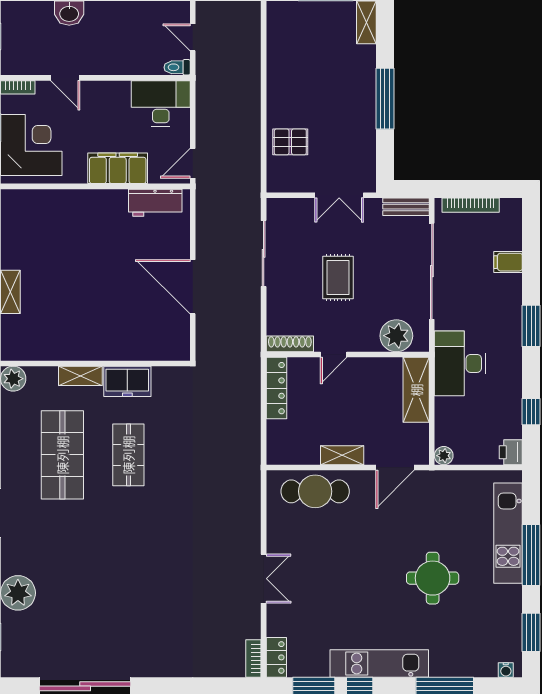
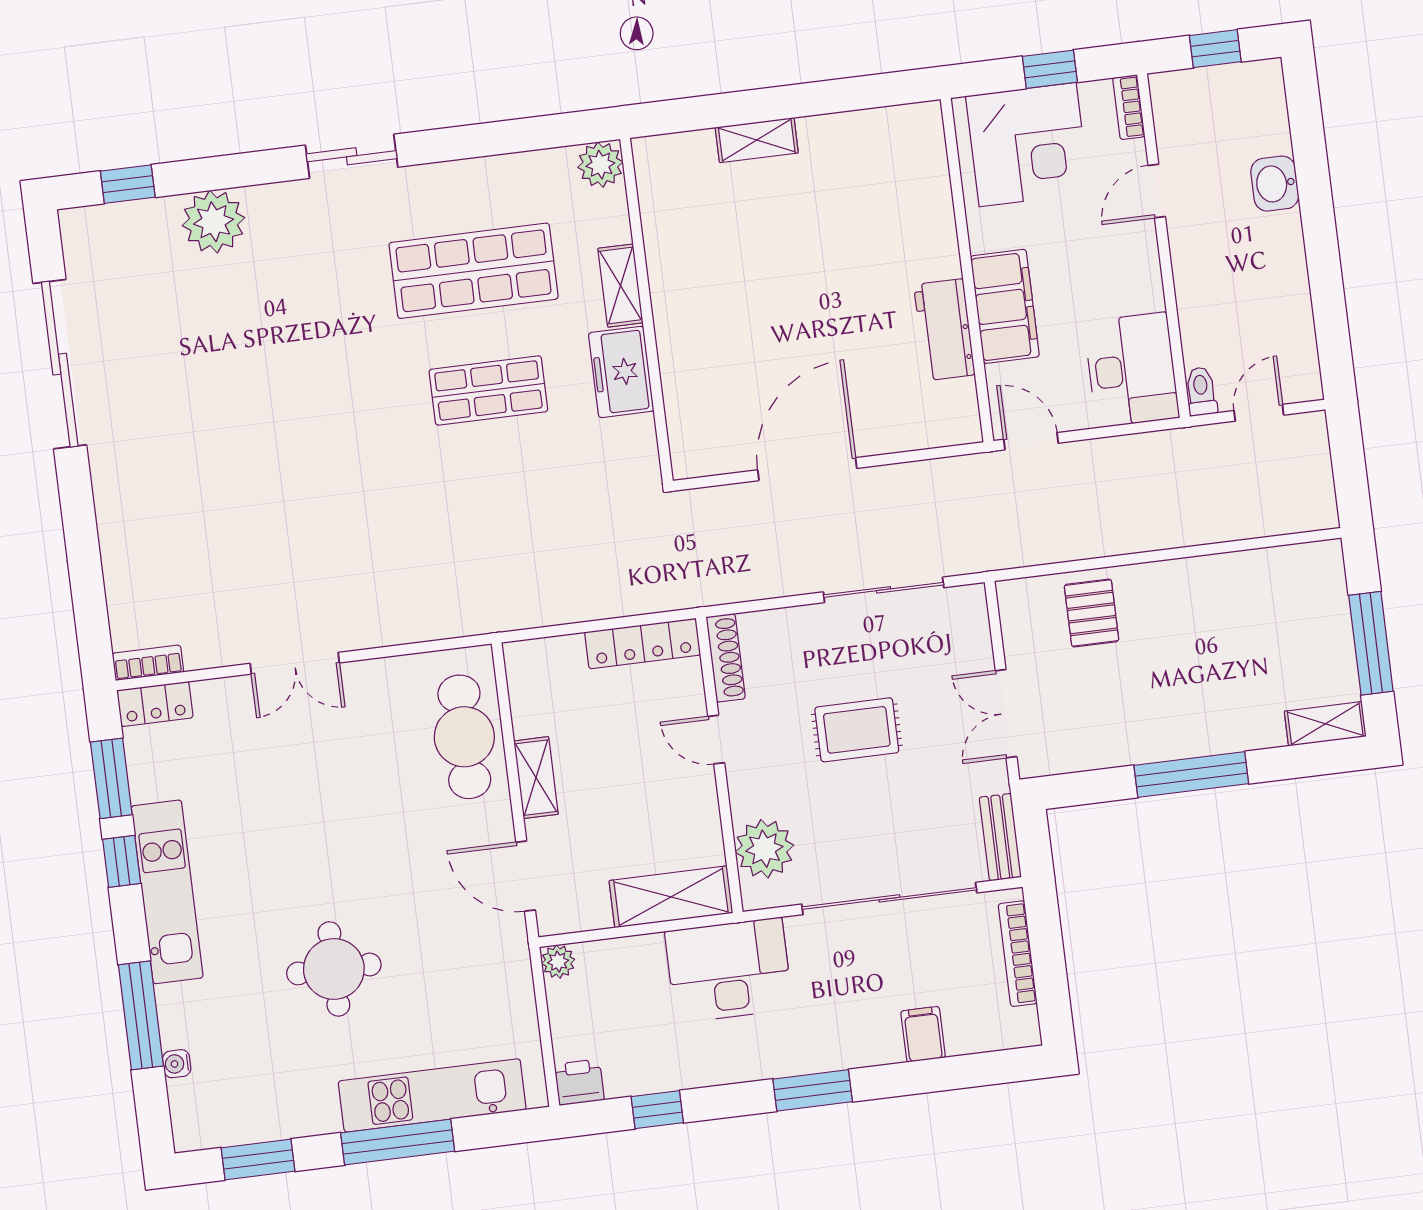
workbench: (155, 203) -> (944, 330), moved
water cooler: (506, 670) -> (177, 1064), moved

